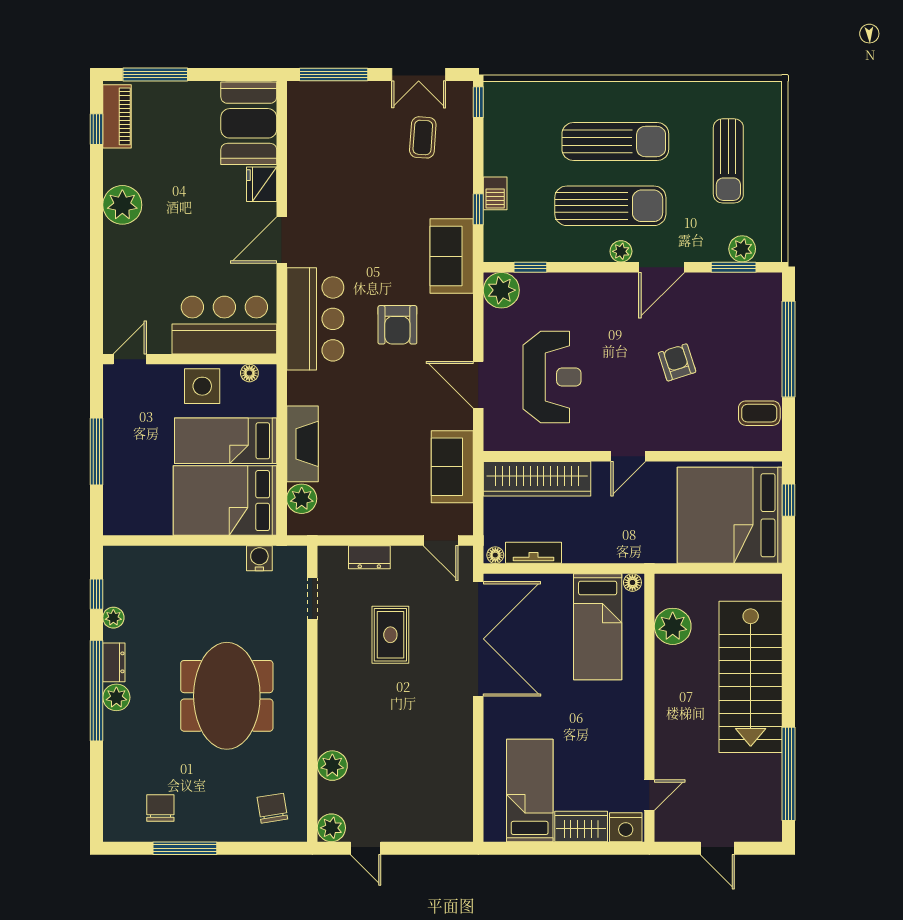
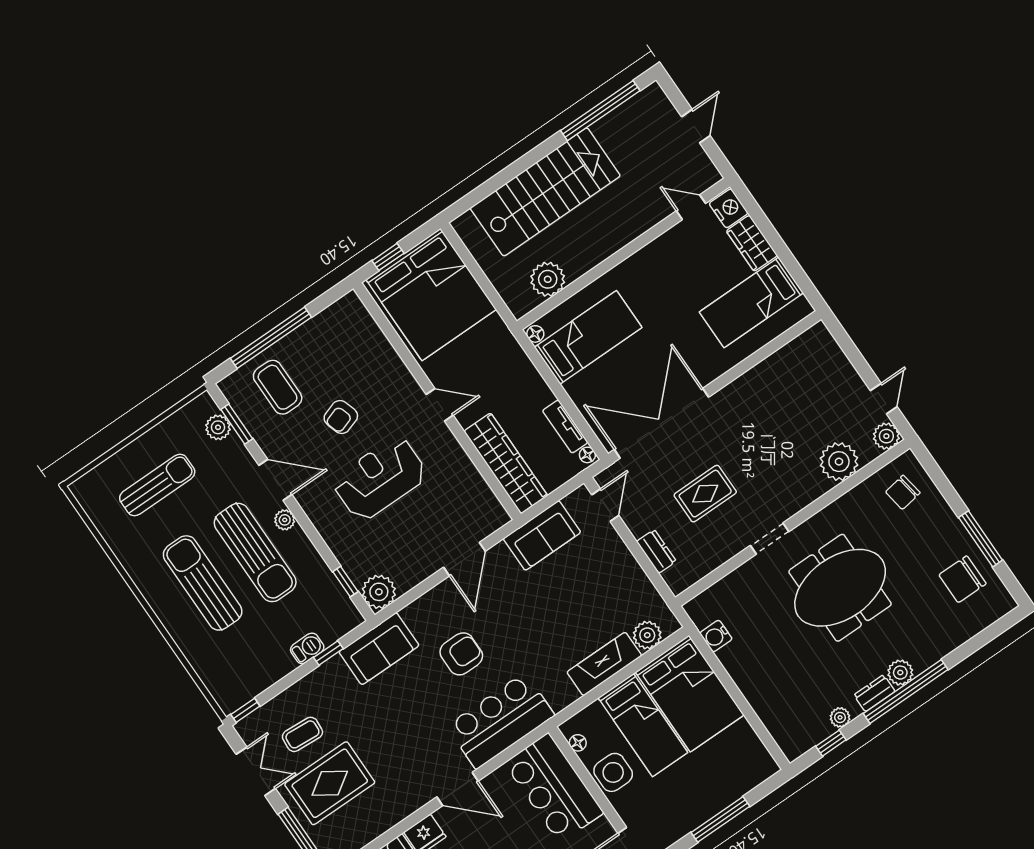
rug: (364, 132) -> (330, 783), added
sun lounger: (610, 206) -> (255, 552), turned 180
reception desk: (552, 377) -> (380, 478), moved
coffee table: (759, 413) -> (278, 387), moved, width x1.36, depth x1.30
doorway: (312, 599) -> (770, 539), moved
plant: (332, 766) -> (839, 462), width x1.36, depth x1.36
chair: (160, 808) -> (962, 579), width x1.37, depth x1.37

